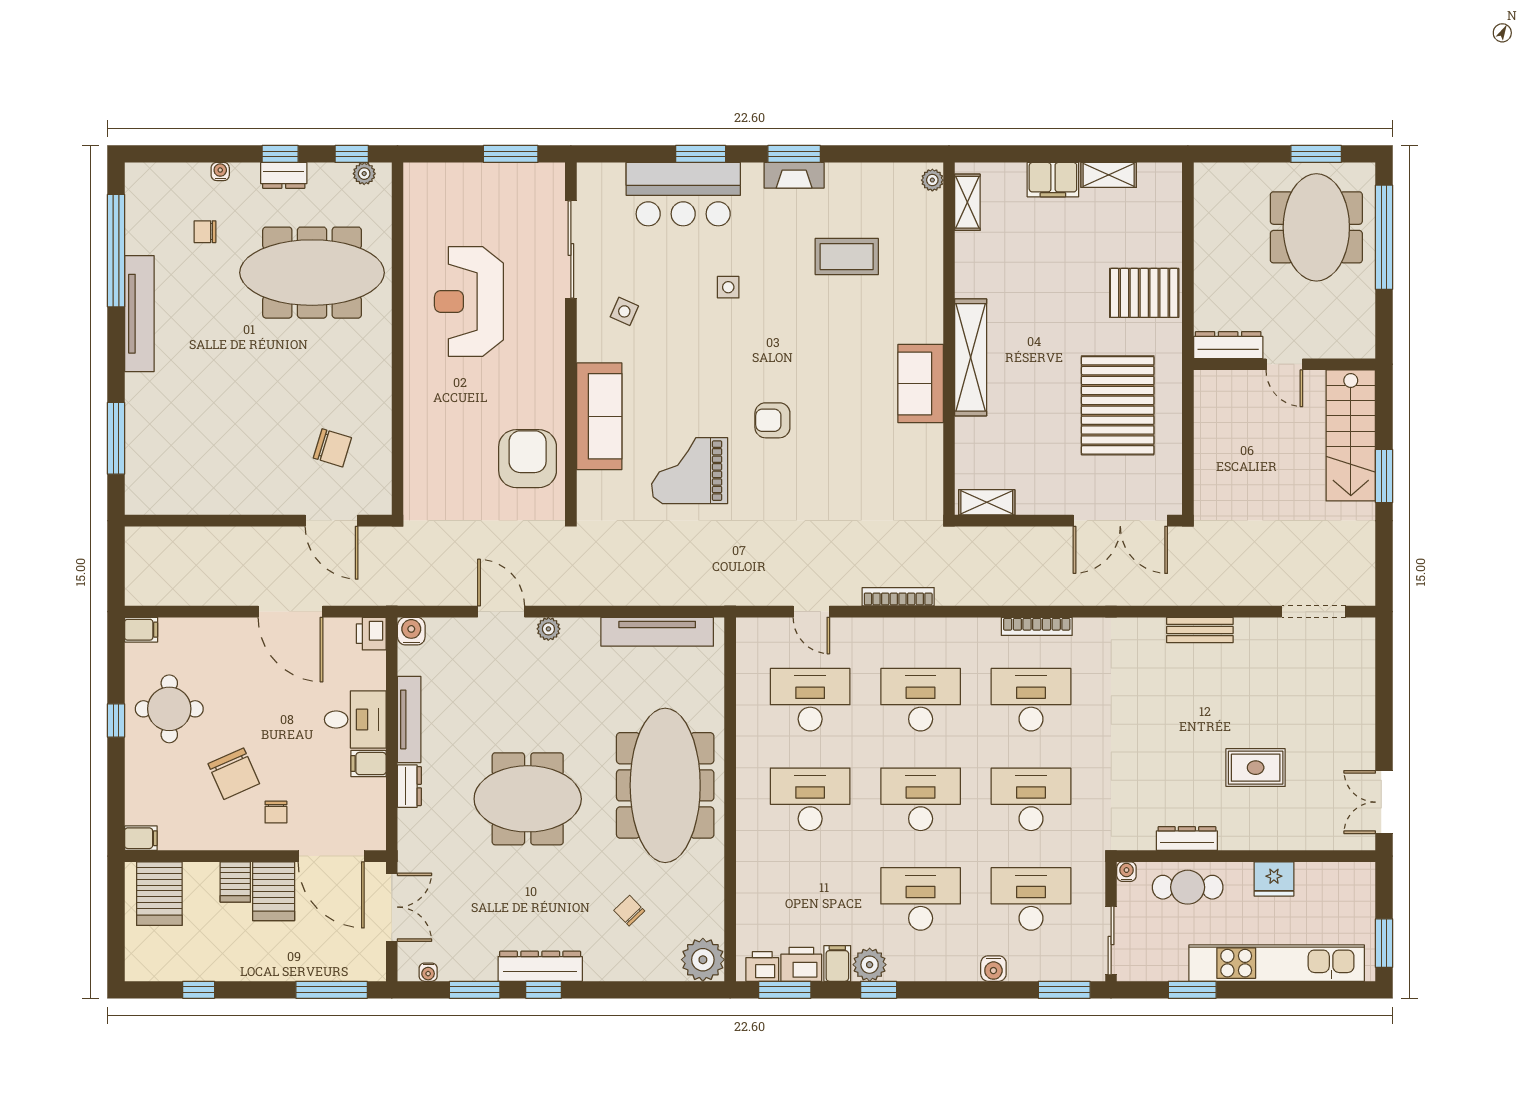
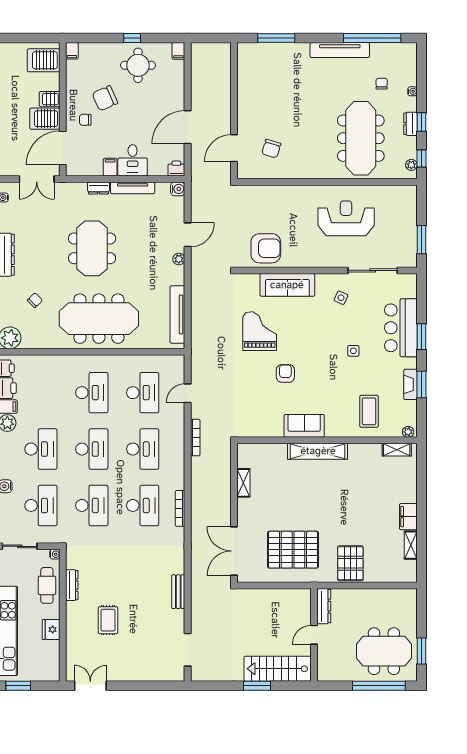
plant: (932, 180) -> (408, 432), moved
shelving: (967, 202) -> (397, 450), moved
wall: (949, 339) -> (327, 440), moved
shelving: (971, 357) -> (318, 451), moved
sofa: (921, 384) -> (304, 426), moved

